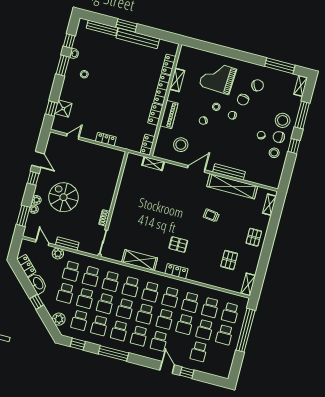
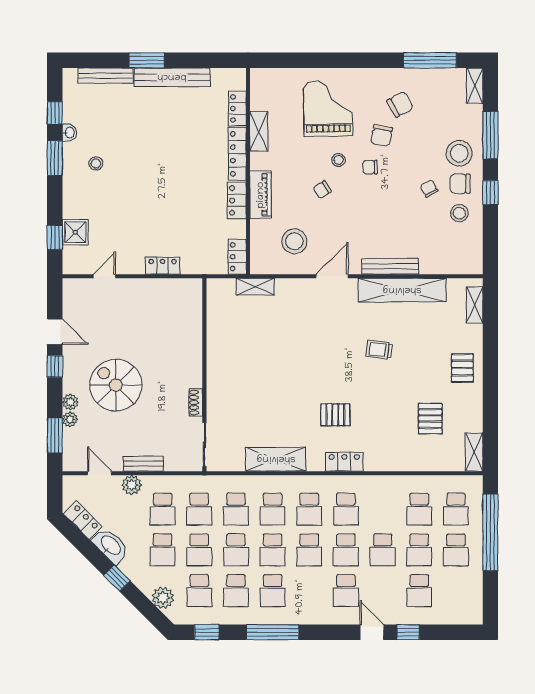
grand piano: (218, 77) -> (328, 108), turned 86
school desk: (190, 302) -> (383, 509), removed
school desk: (139, 336) -> (309, 591), removed

